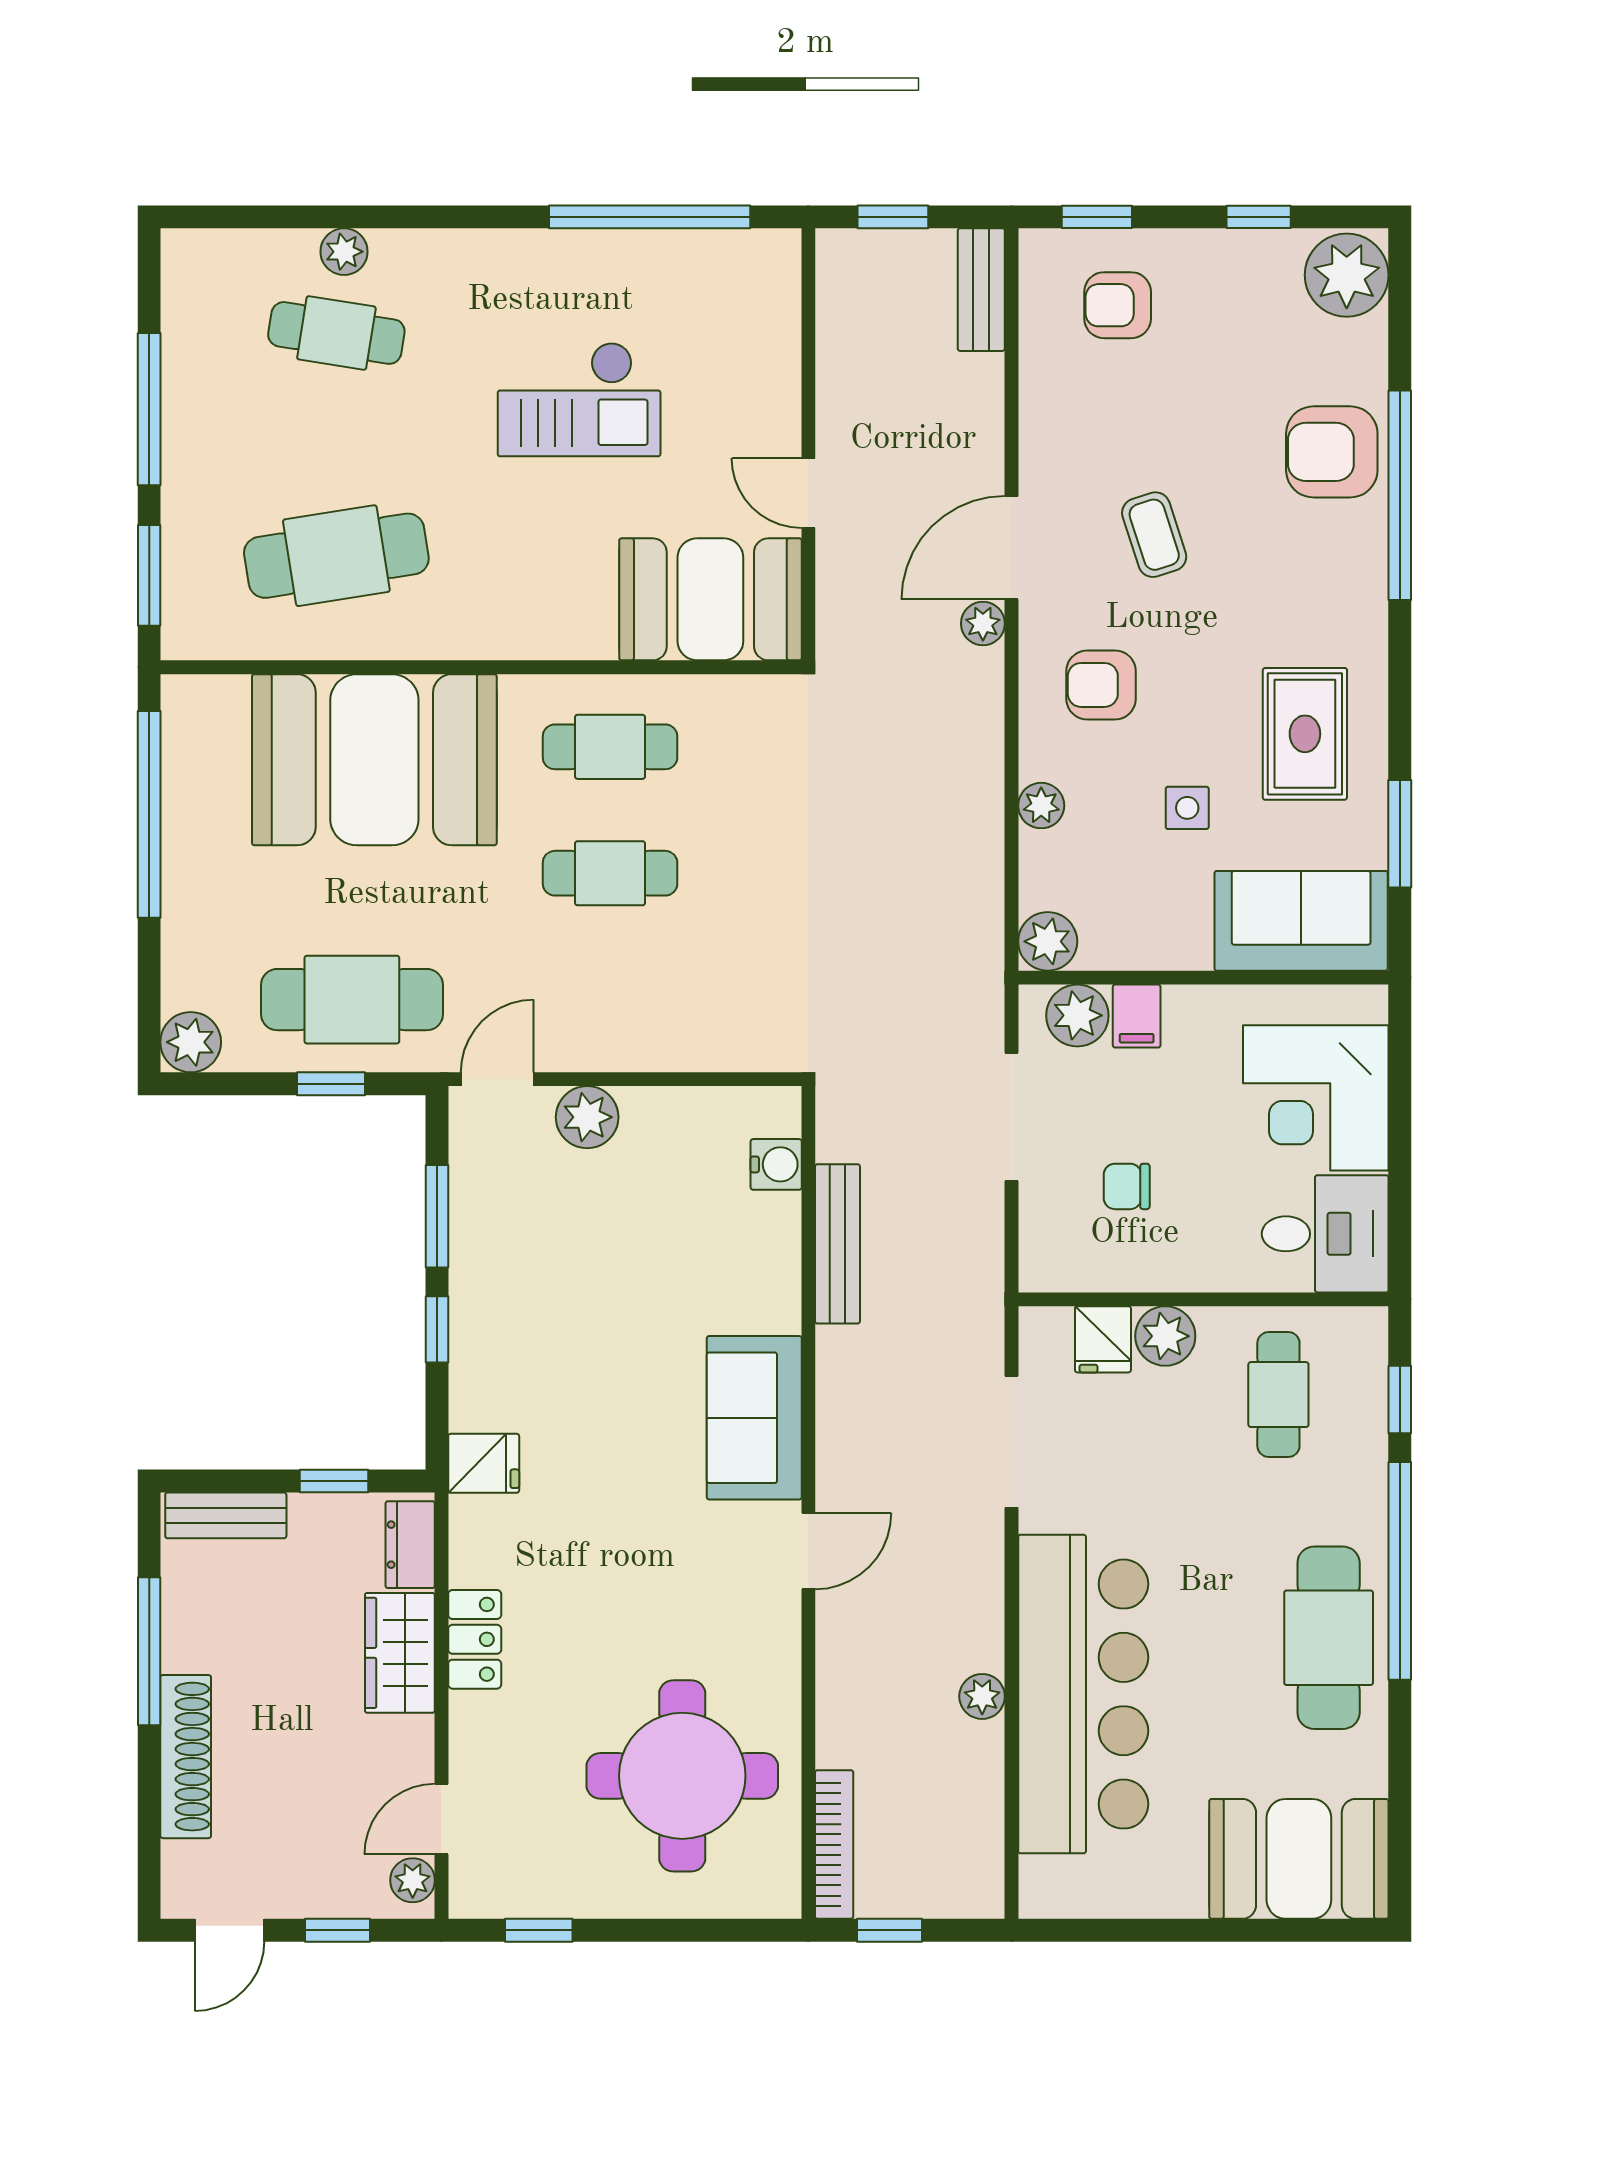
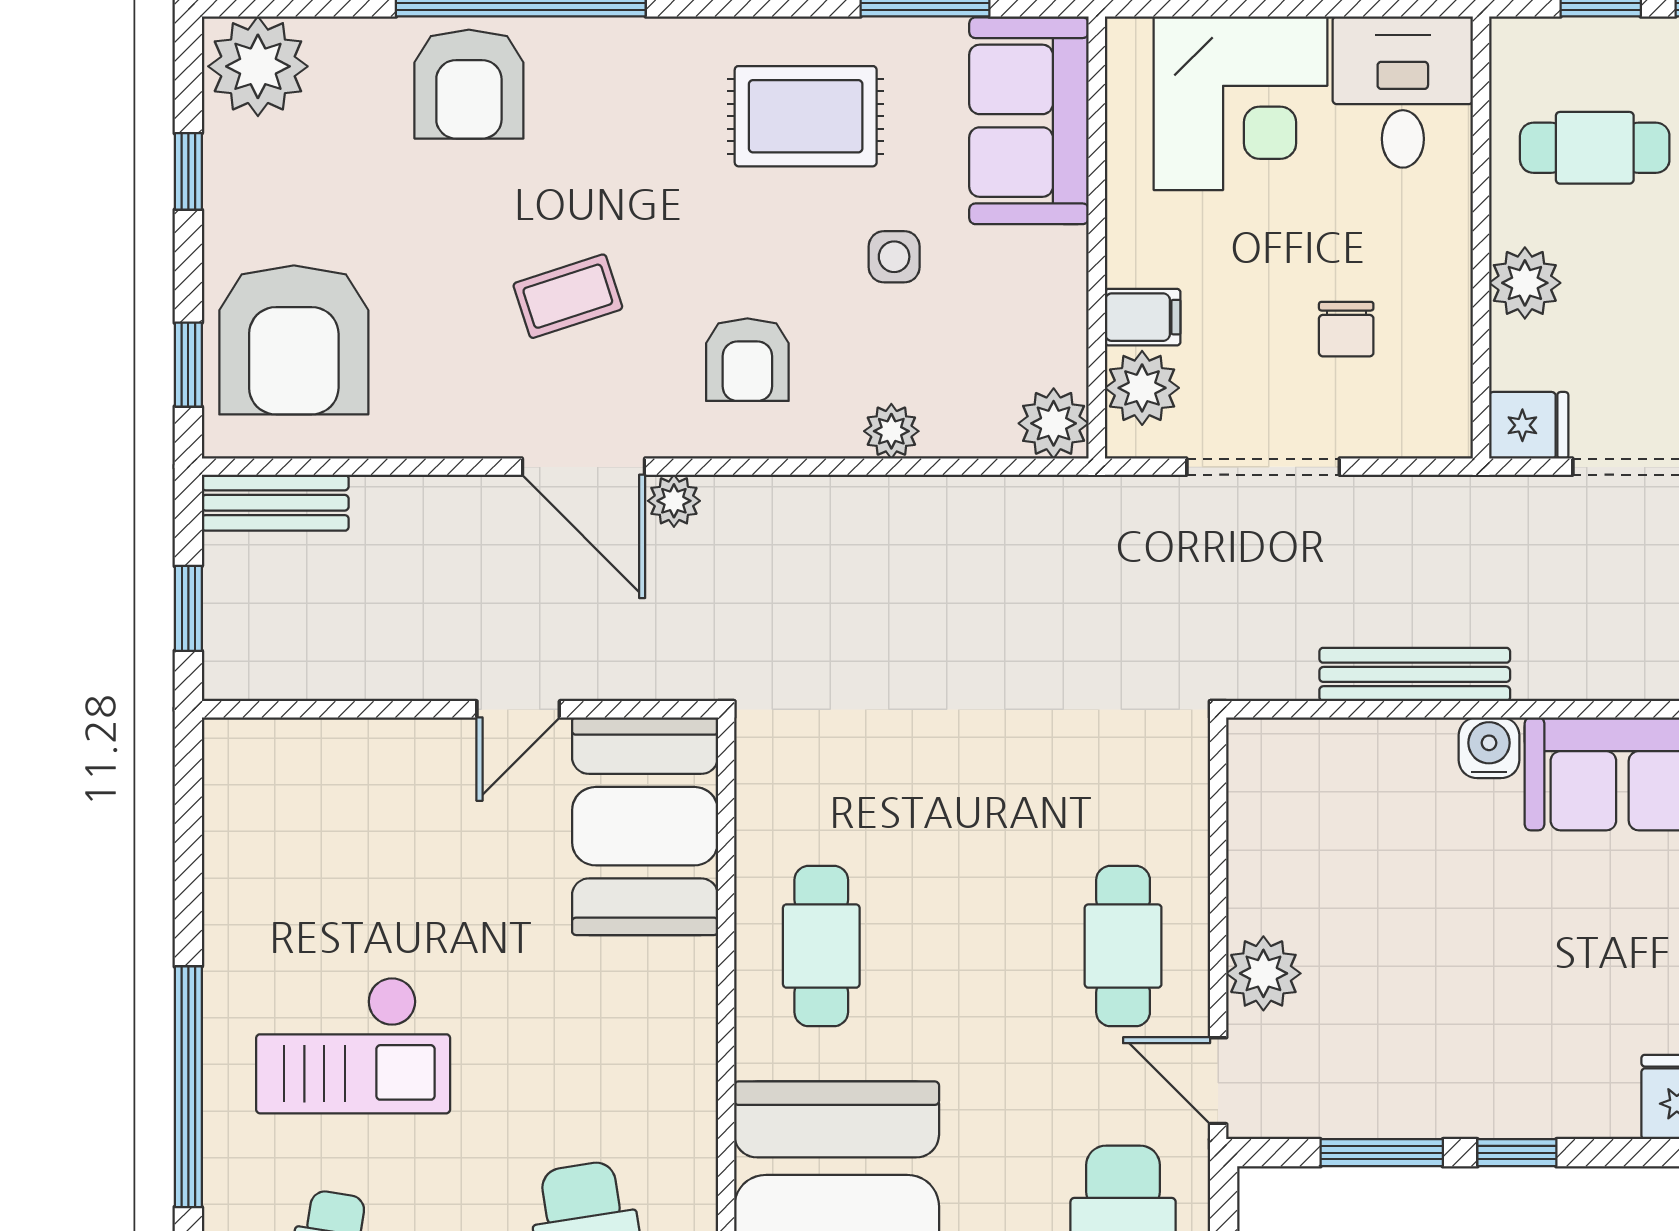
window: (650, 217) -> (188, 1087), moved
armchair: (1118, 305) -> (294, 340), width x1.88, depth x1.88
checkout: (579, 399) -> (353, 1045), moved, turned 90
cafe table: (610, 873) -> (1123, 946), moved
water cooler: (776, 1164) -> (1489, 748), moved
fridge: (1103, 1339) -> (1529, 425), moved

